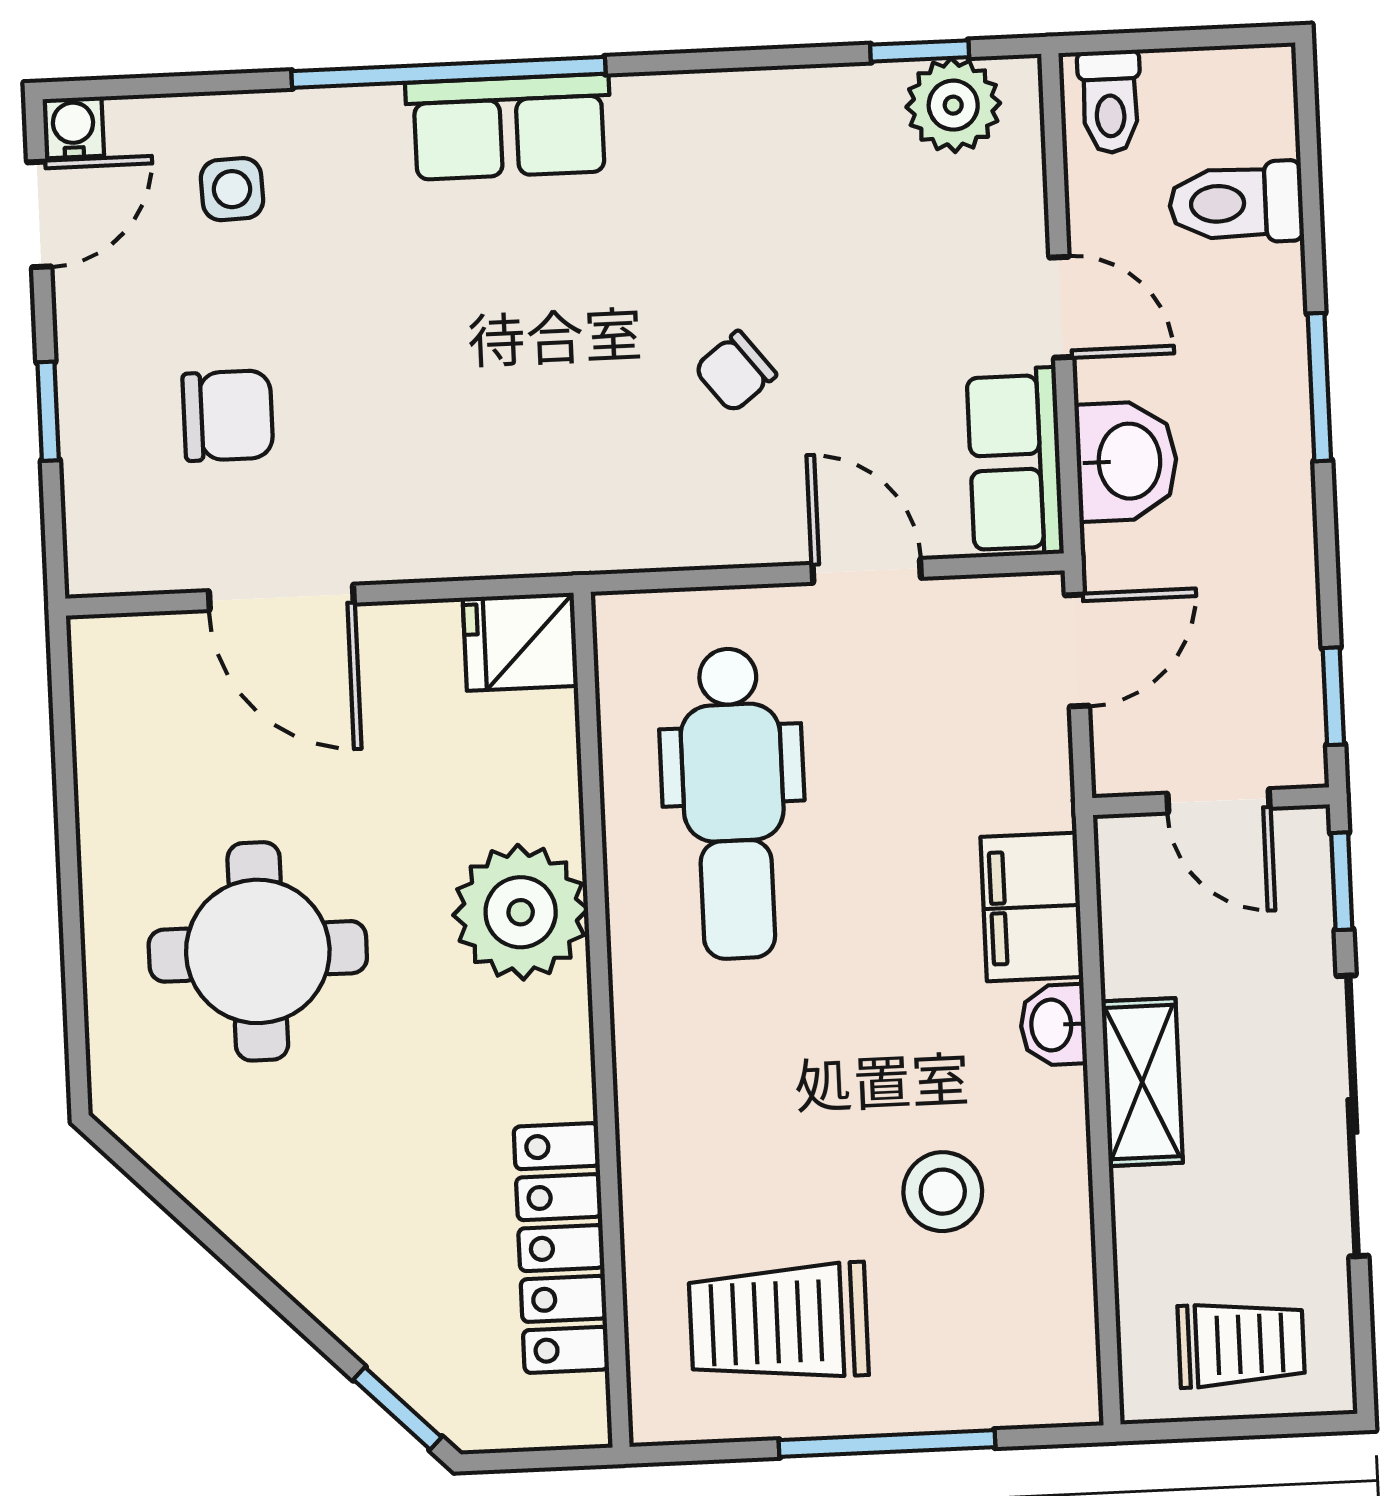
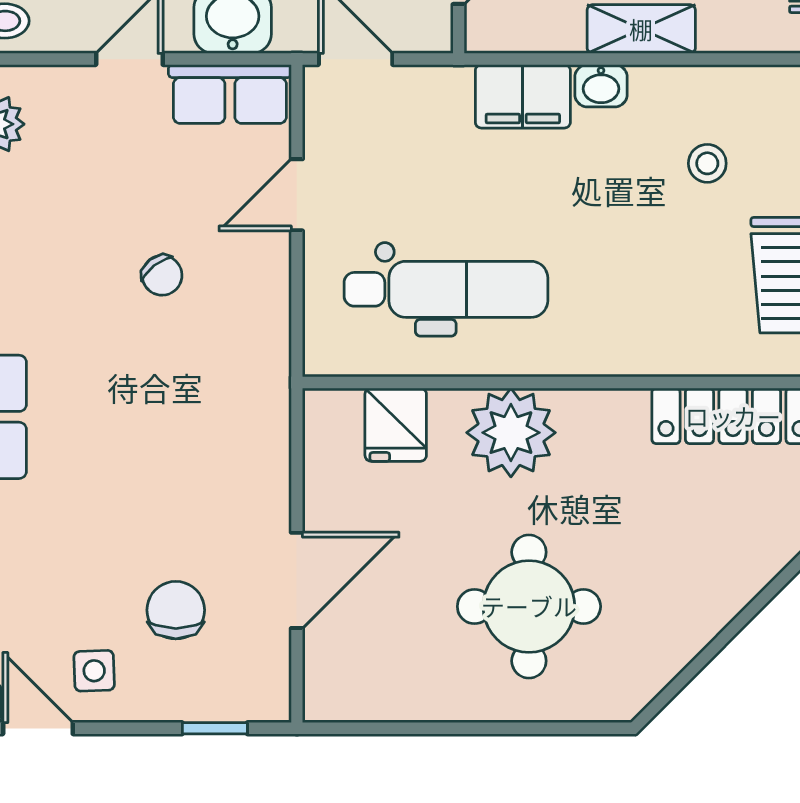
side table: (232, 189) -> (94, 671), moved
window: (48, 411) -> (215, 728), moved
fridge: (520, 642) -> (396, 425), moved
stool: (943, 1192) -> (707, 163), width x0.73, depth x0.73

